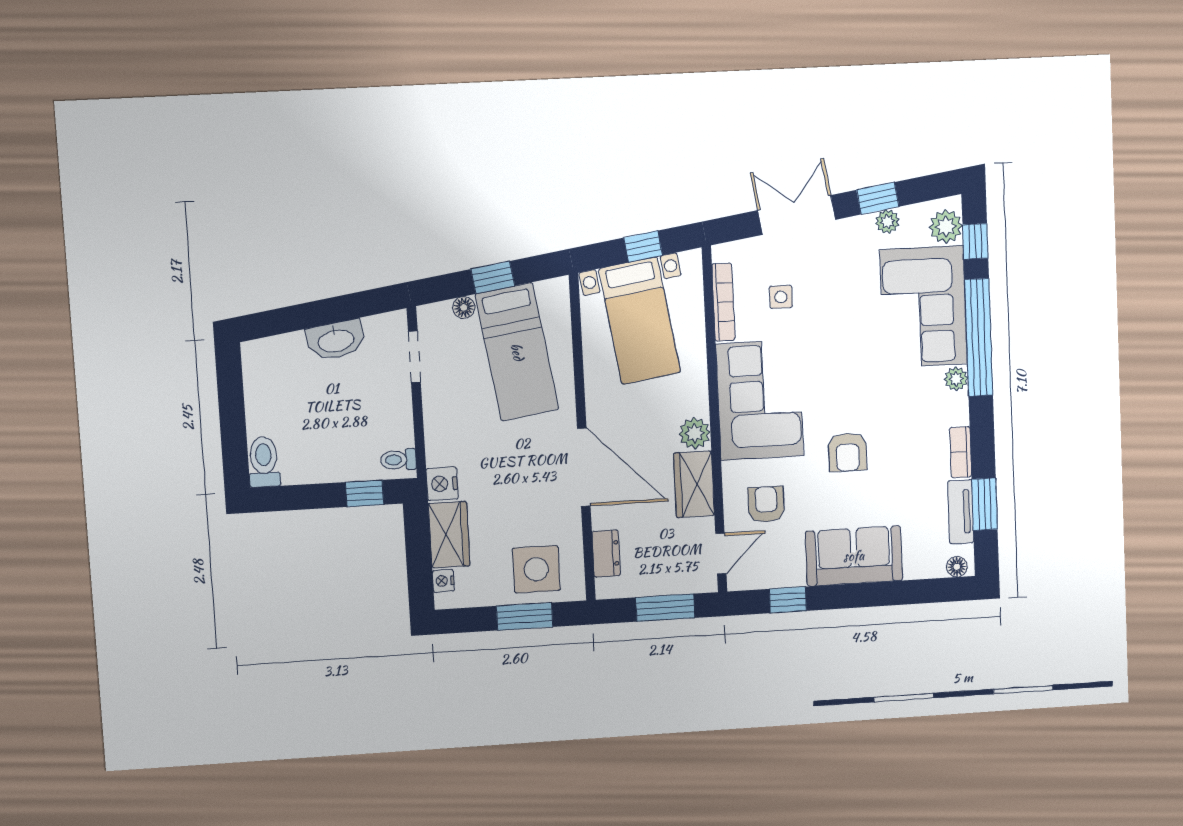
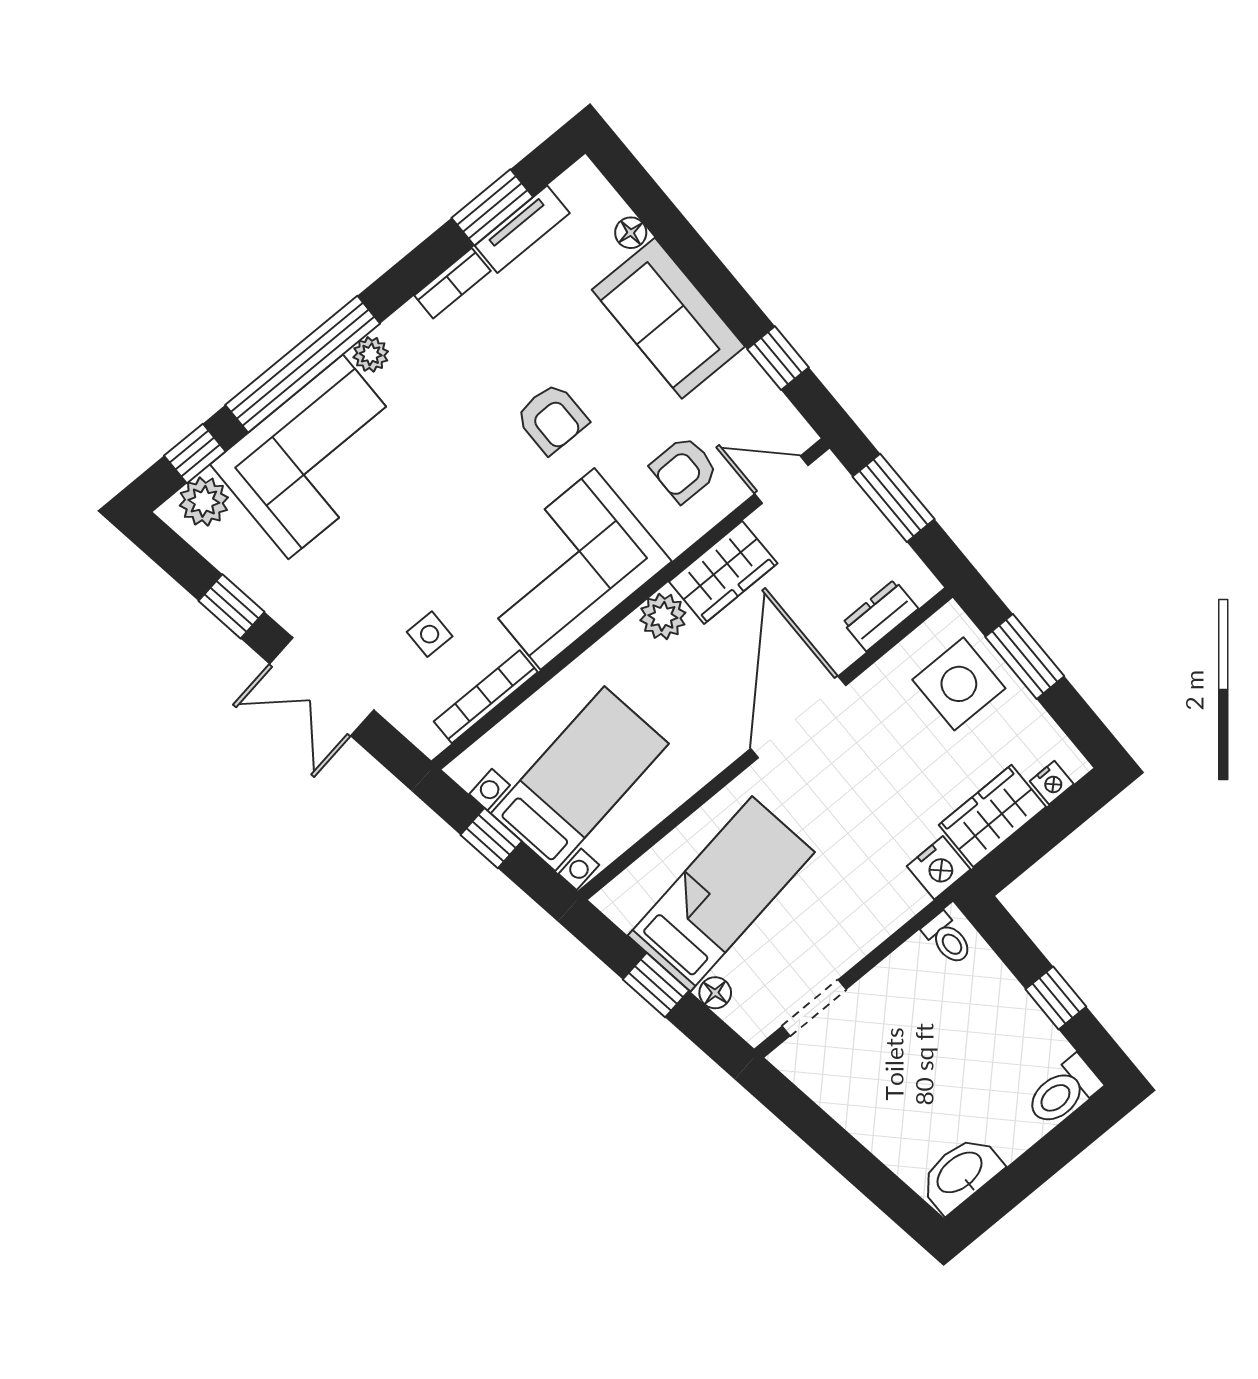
plant: (887, 221) -> (250, 575), removed
washbasin: (336, 340) -> (960, 1174), moved, turned -81
armchair: (848, 452) -> (552, 419), turned 90
window: (365, 493) -> (1056, 998), moved
floor lamp: (957, 567) -> (631, 233), moved

